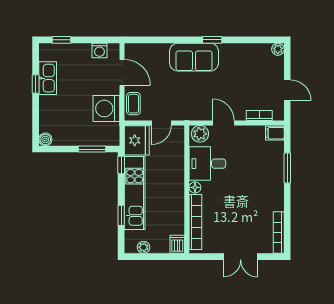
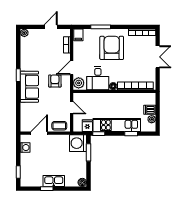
kitchen sink: (48, 78) -> (54, 181), moved
armchair: (203, 97) -> (55, 81), added
washing machine: (106, 109) -> (78, 143), moved, turned 90
fridge: (137, 140) -> (87, 126), width x0.53, depth x0.75
armchair: (255, 185) -> (112, 48), added
dishwasher: (177, 244) -> (150, 110), moved

